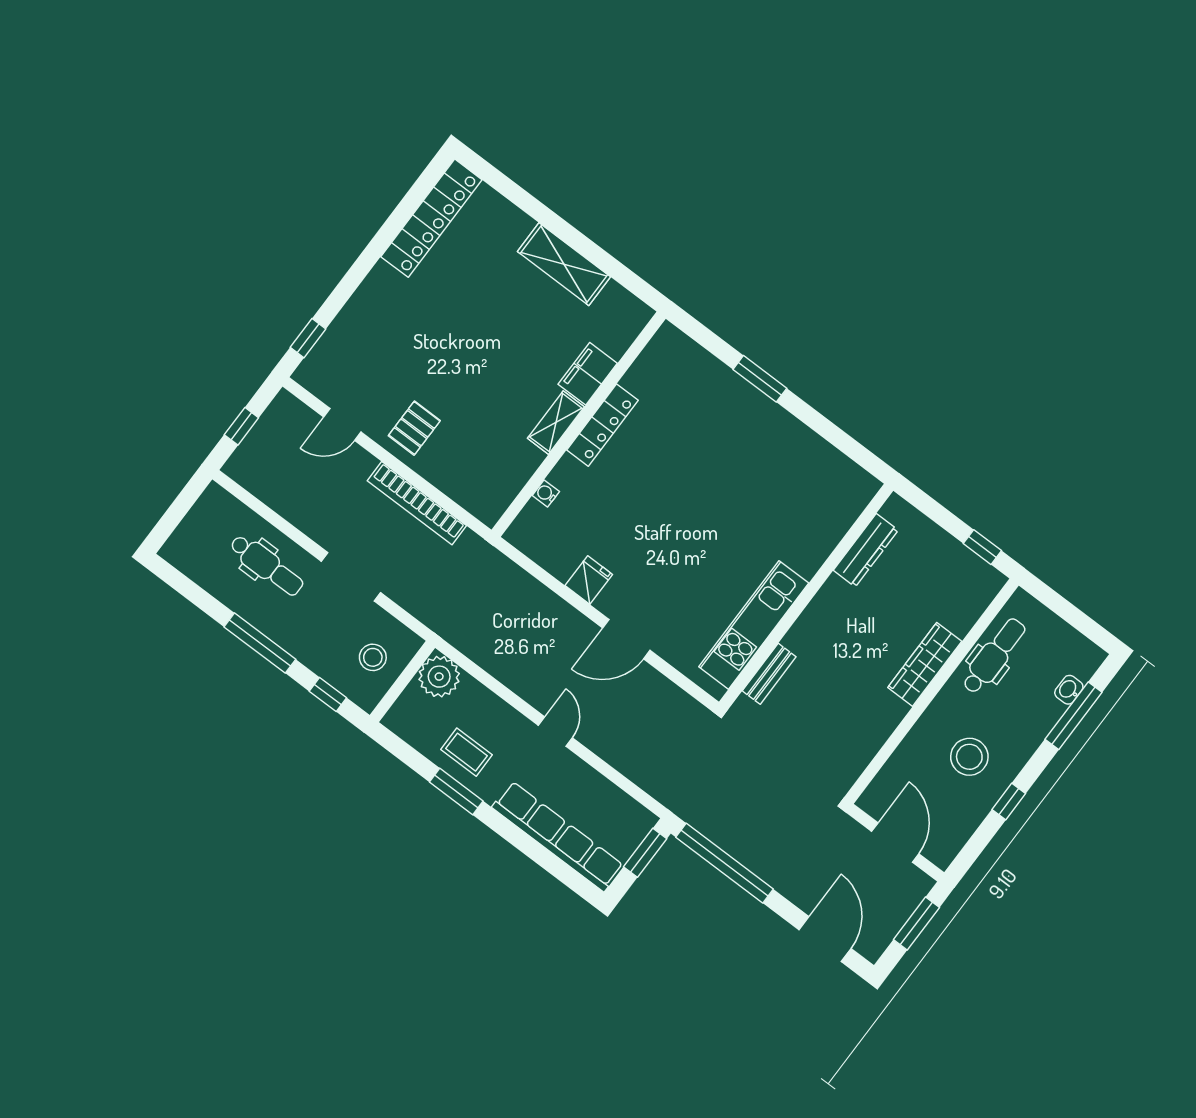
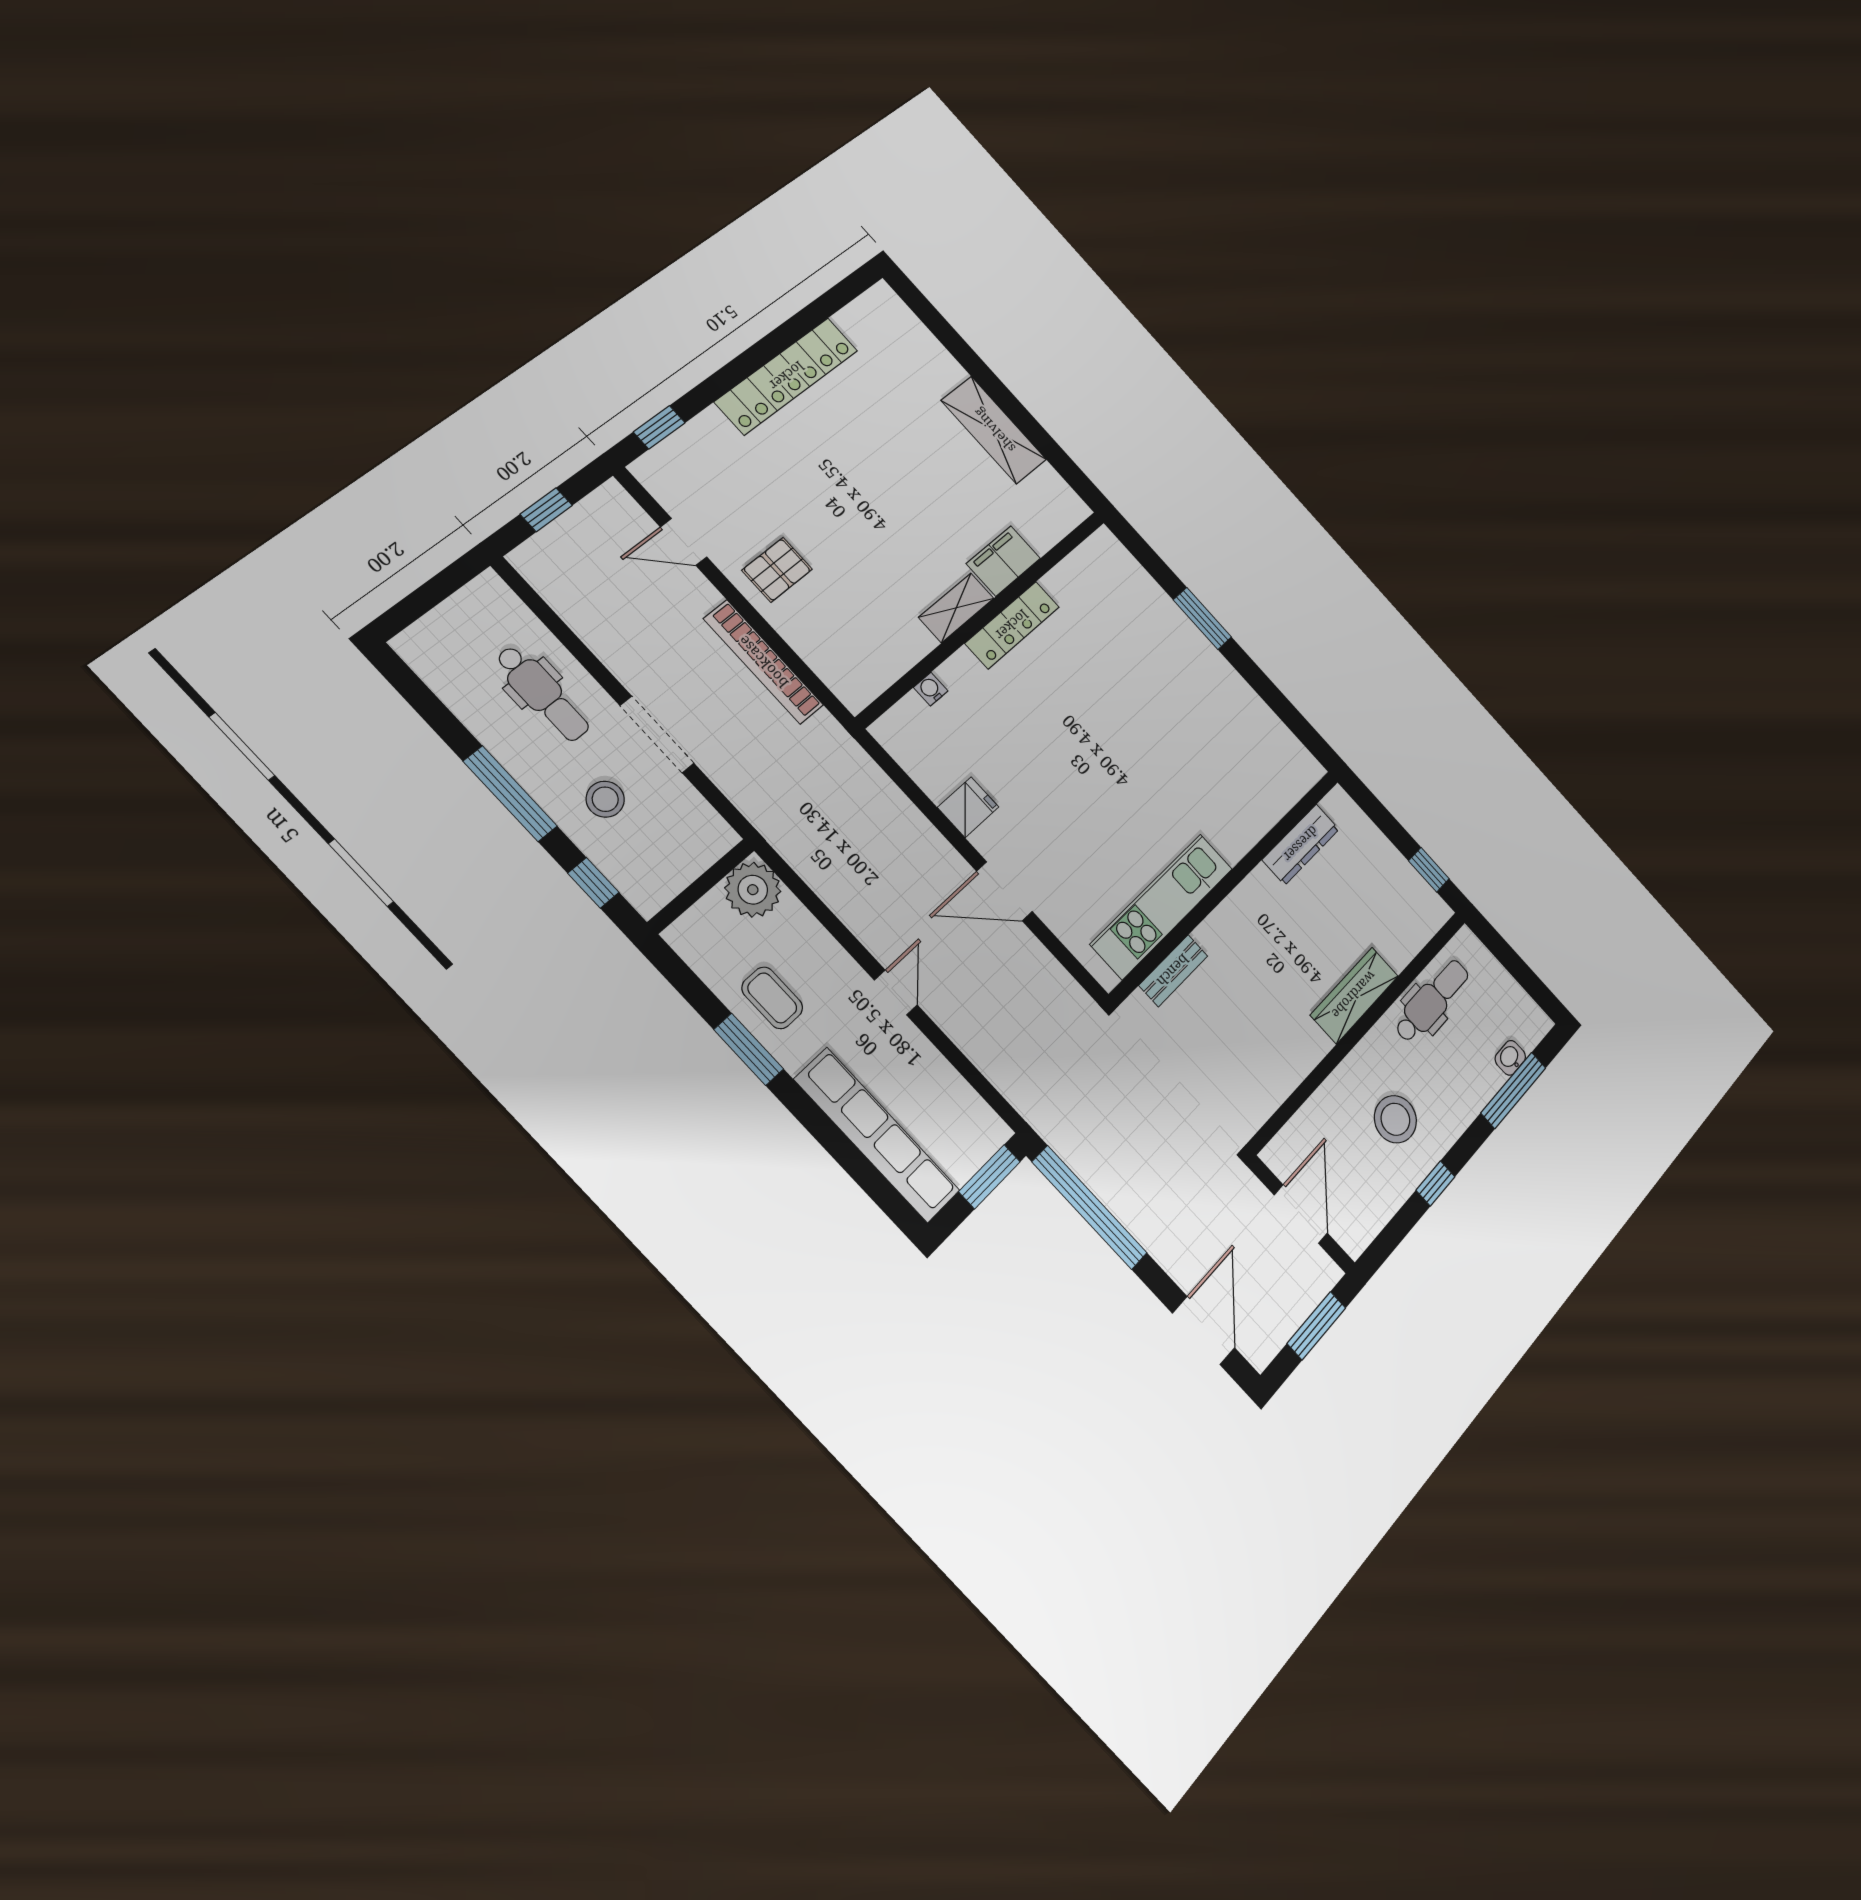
locker: (431, 218) -> (787, 376), moved
stool: (373, 657) -> (605, 799), moved

